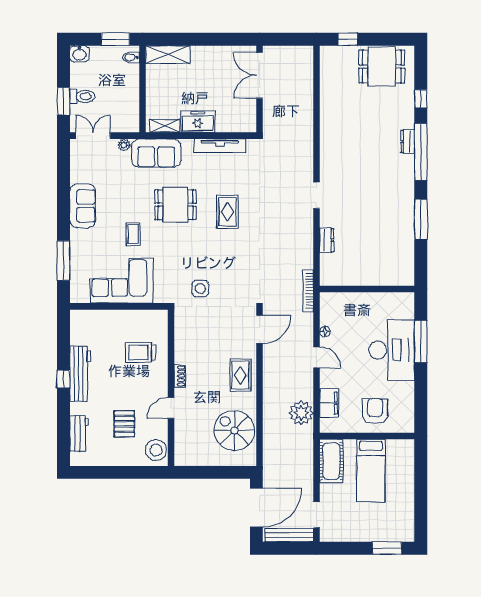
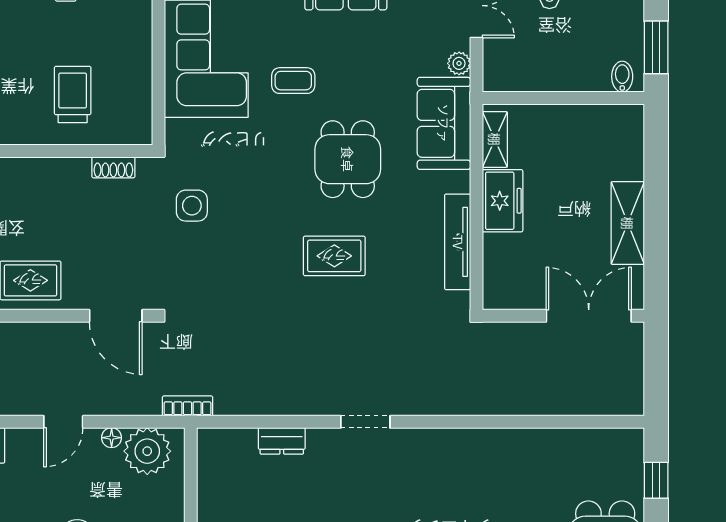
shelving: (168, 54) -> (628, 223), moved
bookcase: (308, 291) -> (188, 406), width x0.64
plant: (332, 312) -> (147, 451), added
shoe rack: (180, 376) -> (113, 167), moved

